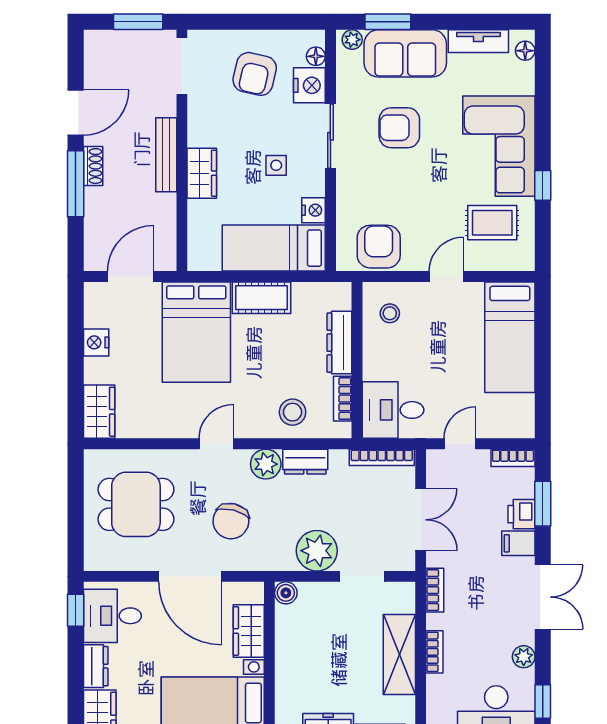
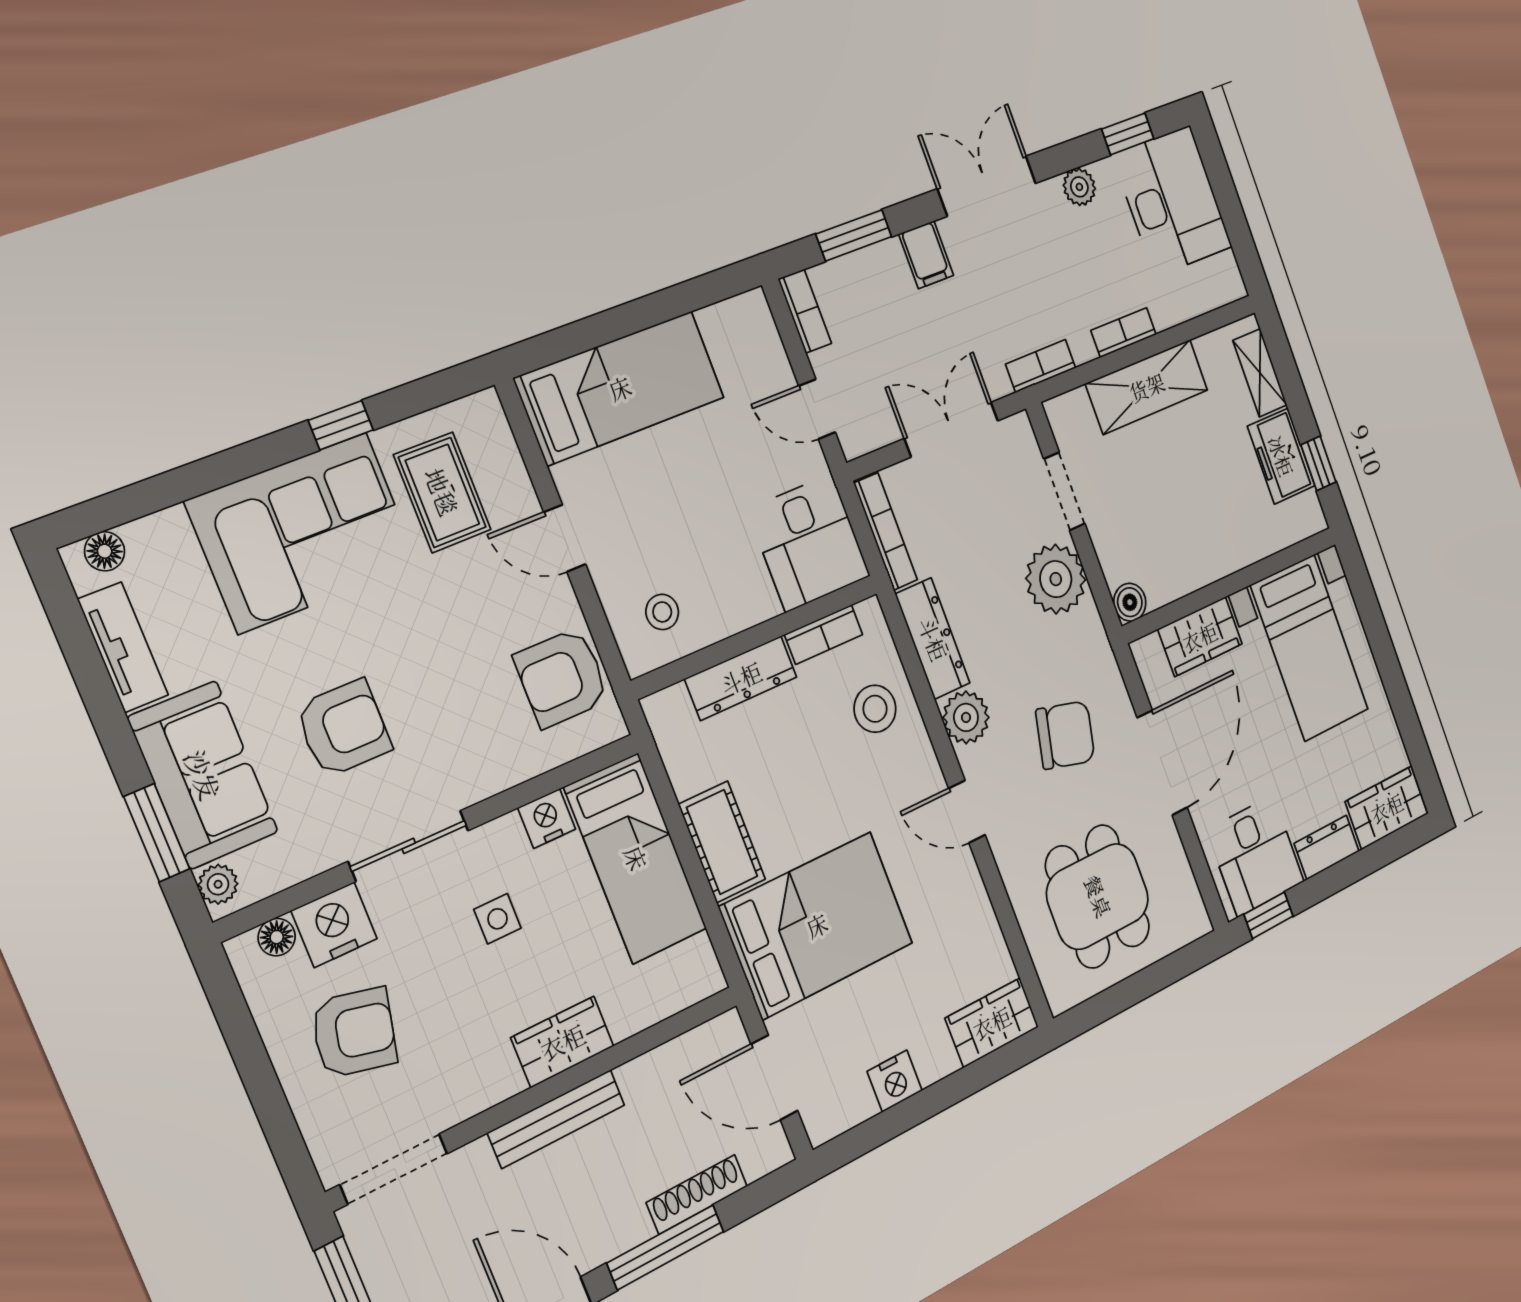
armchair: (399, 128) -> (344, 728), turned -90
shoe rack: (93, 166) -> (697, 1194), moved, width x1.43
dresser: (305, 462) -> (933, 639), width x1.44
printer: (521, 514) -> (882, 265), removed

